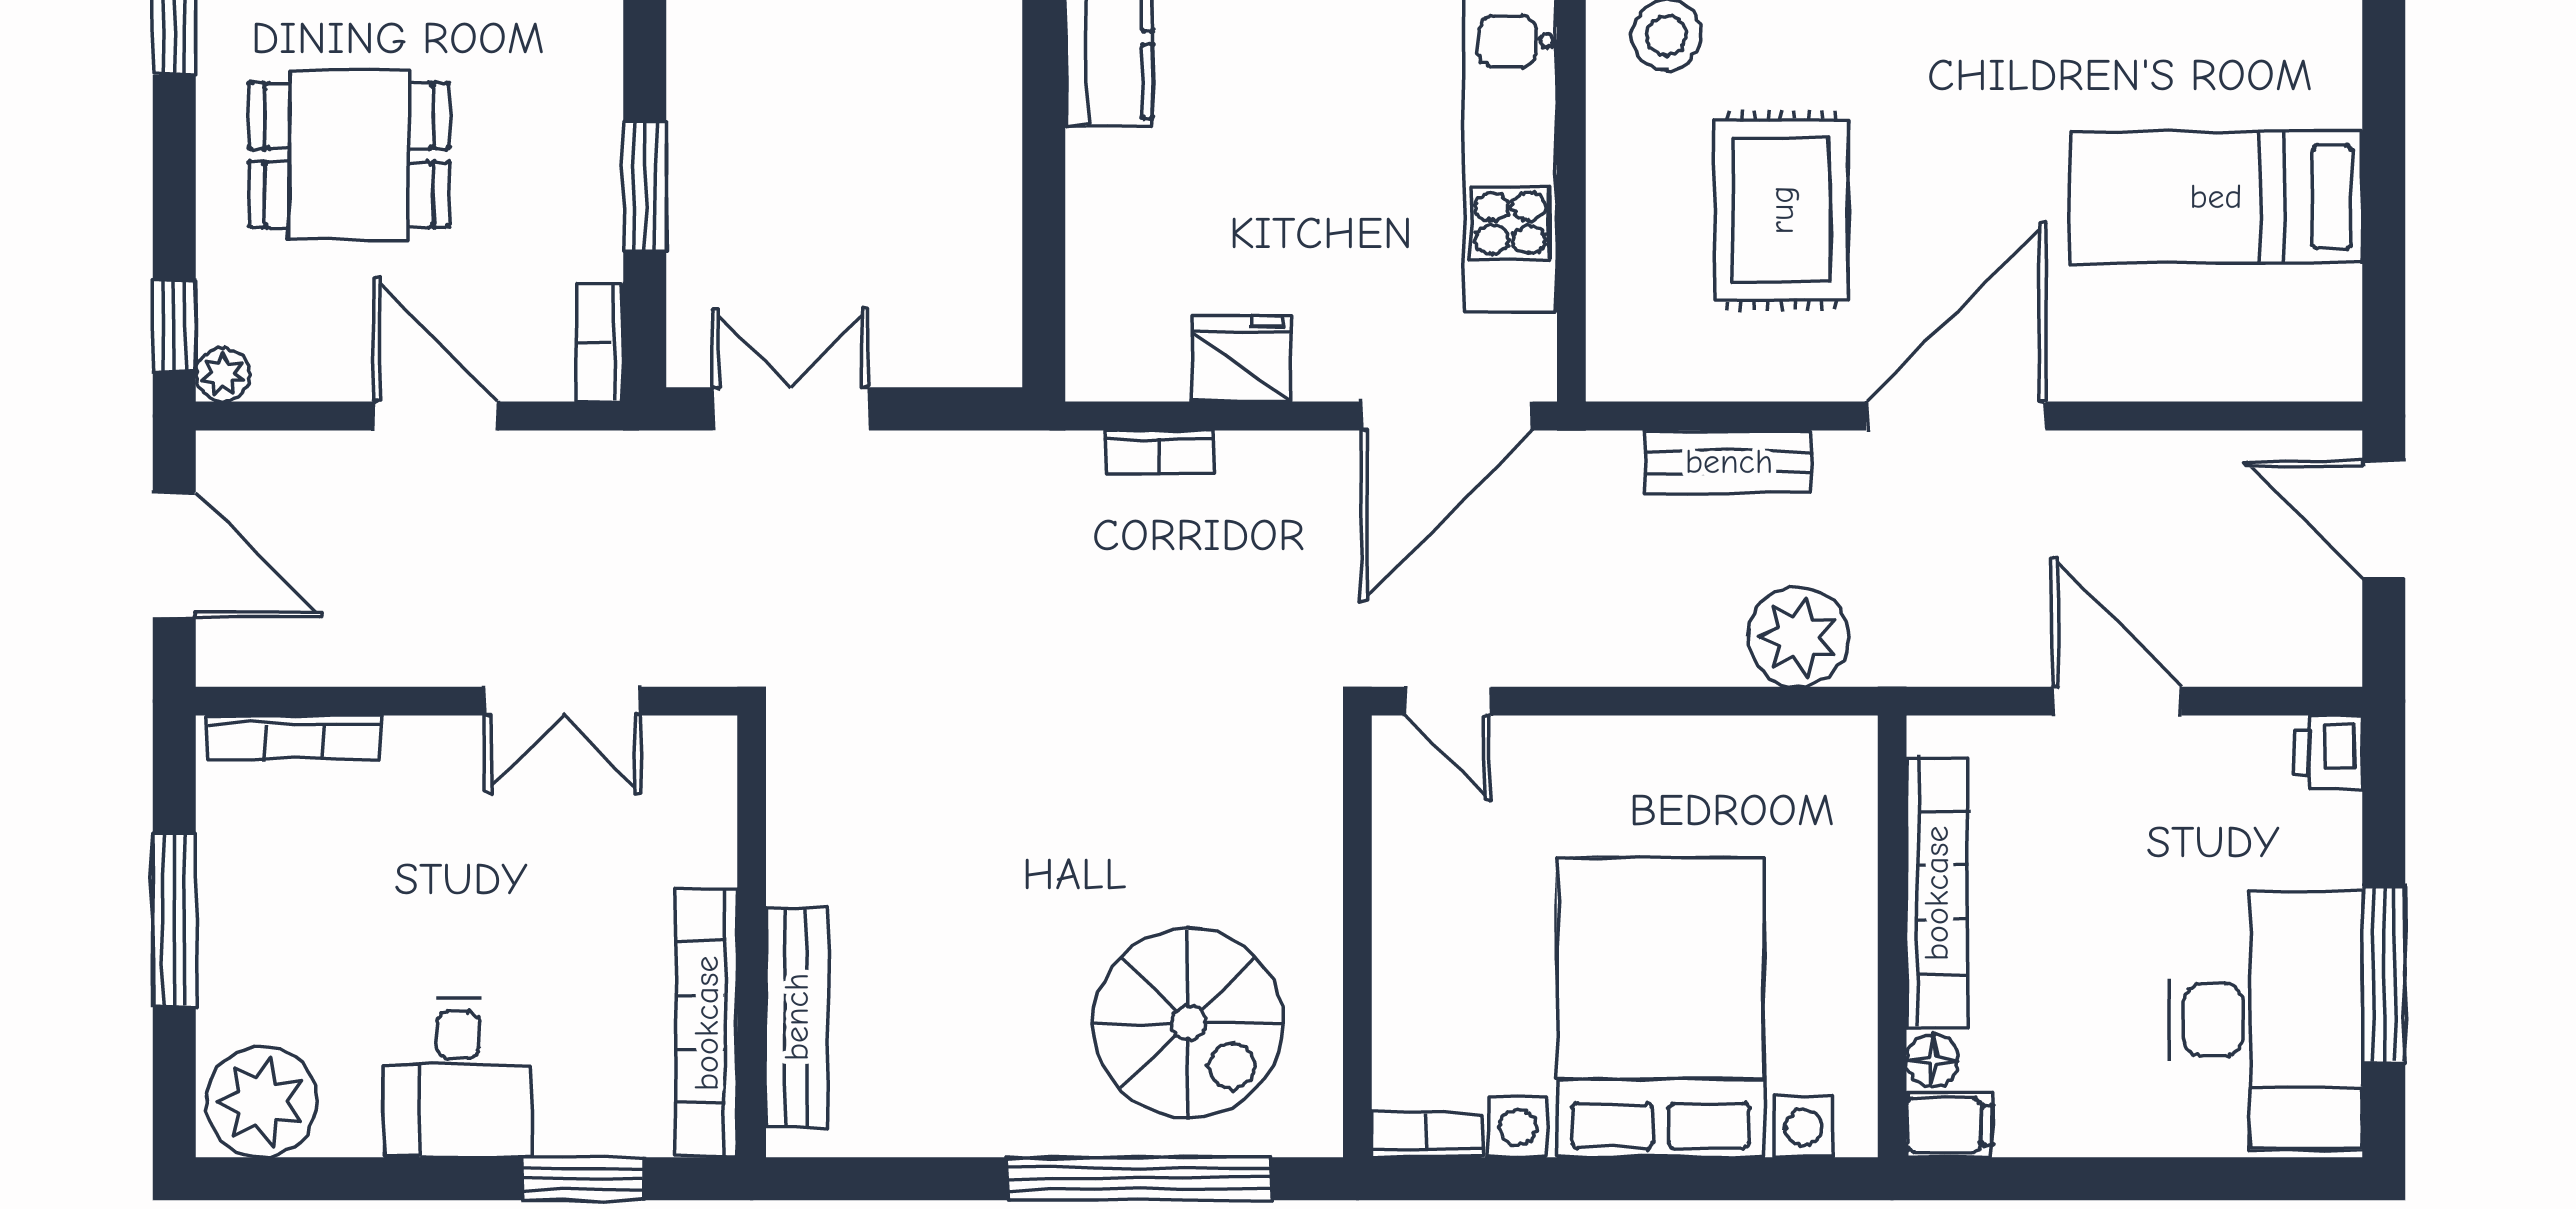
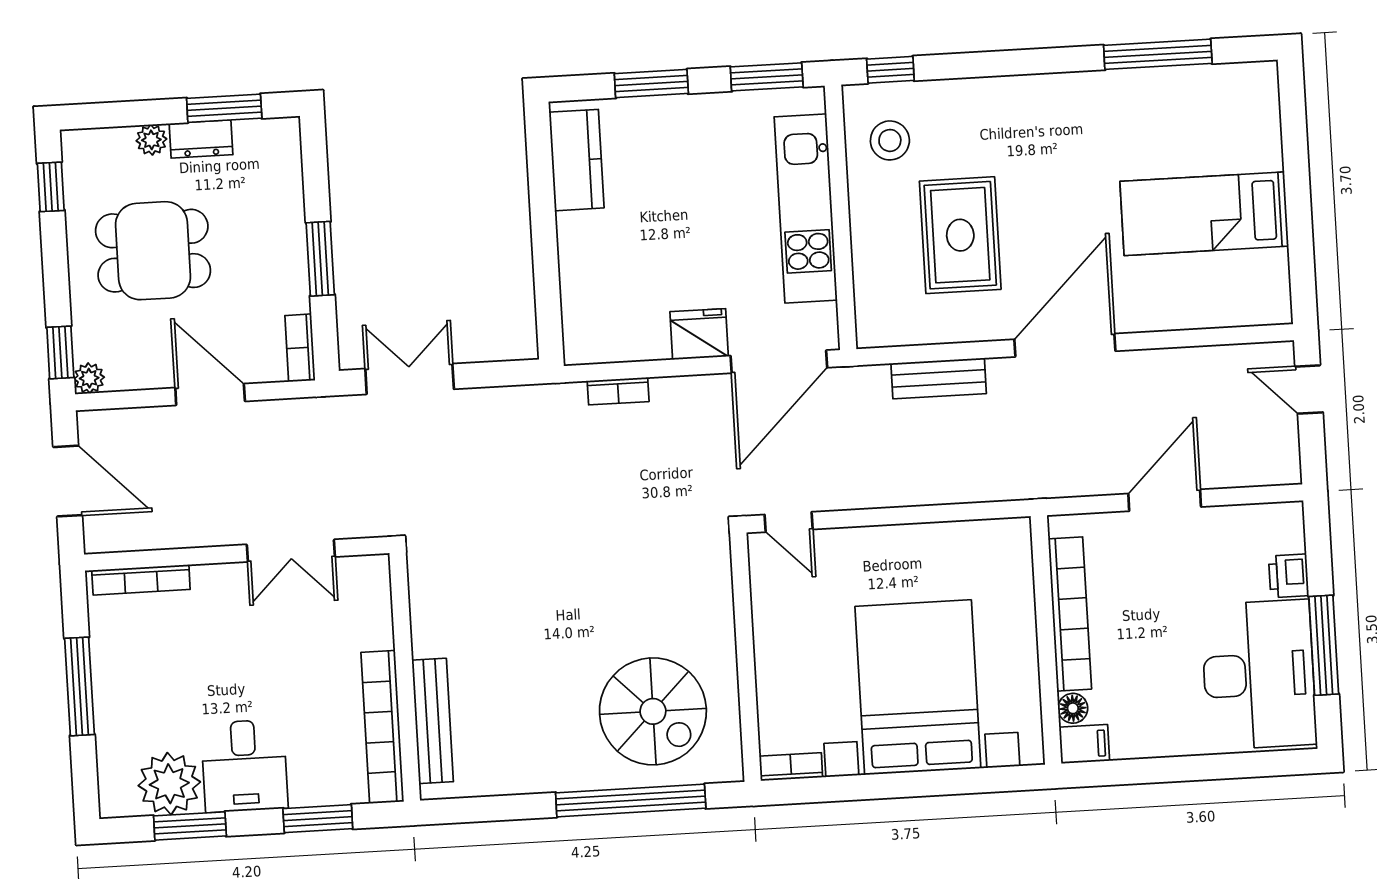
fridge: (1241, 359) -> (699, 334), moved
door: (2384, 519) -> (1309, 390), width x0.73
plant: (1798, 637) -> (983, 475), removed
door: (2117, 701) -> (1165, 500), hinge flipped
printer: (2329, 753) -> (1289, 576), moved
plant: (262, 1102) -> (169, 784), moved
window: (356, 1179) -> (190, 826), added

